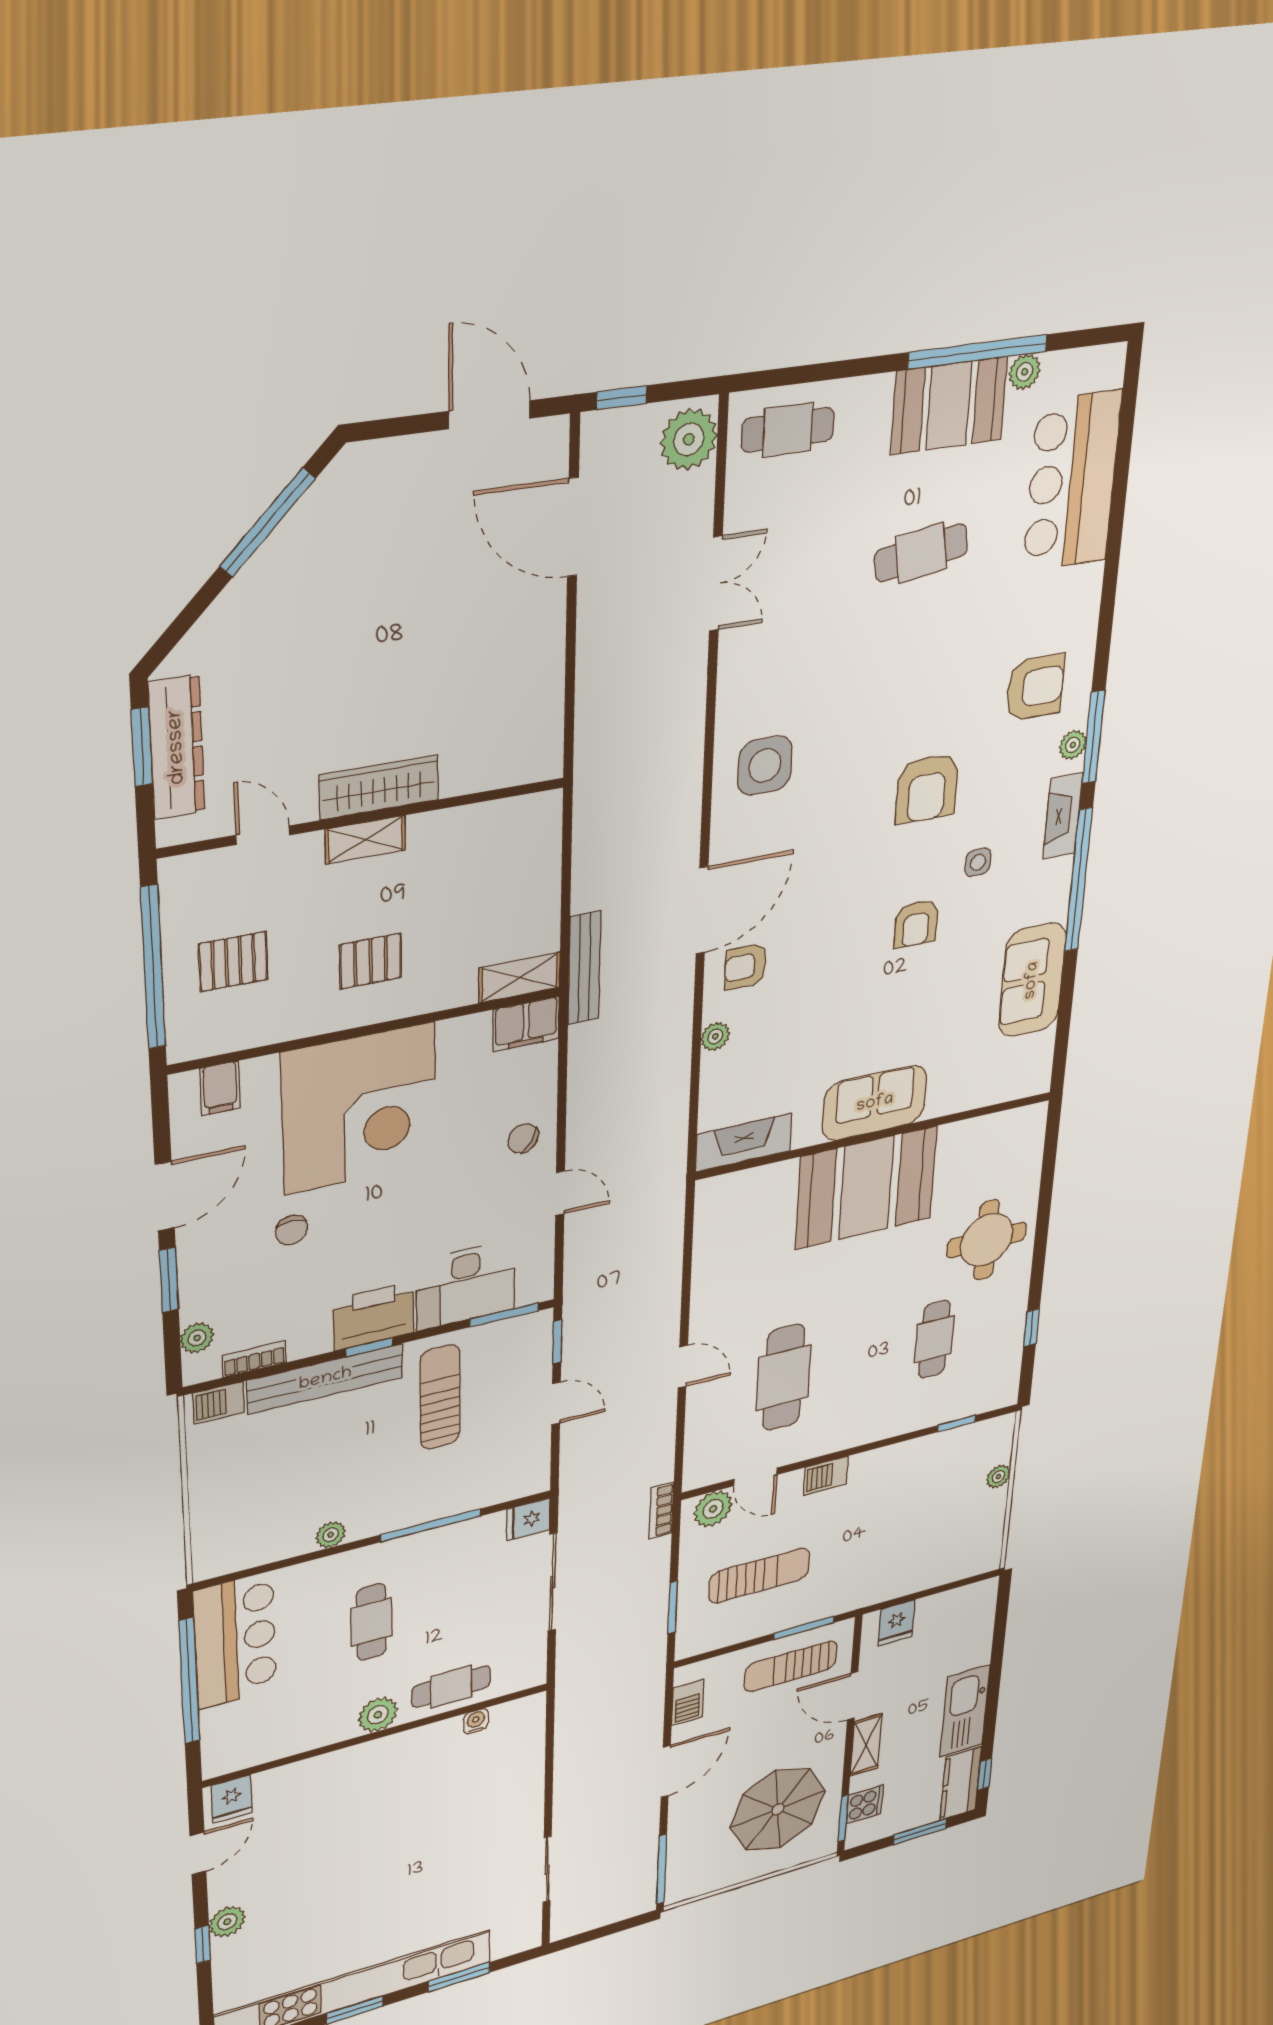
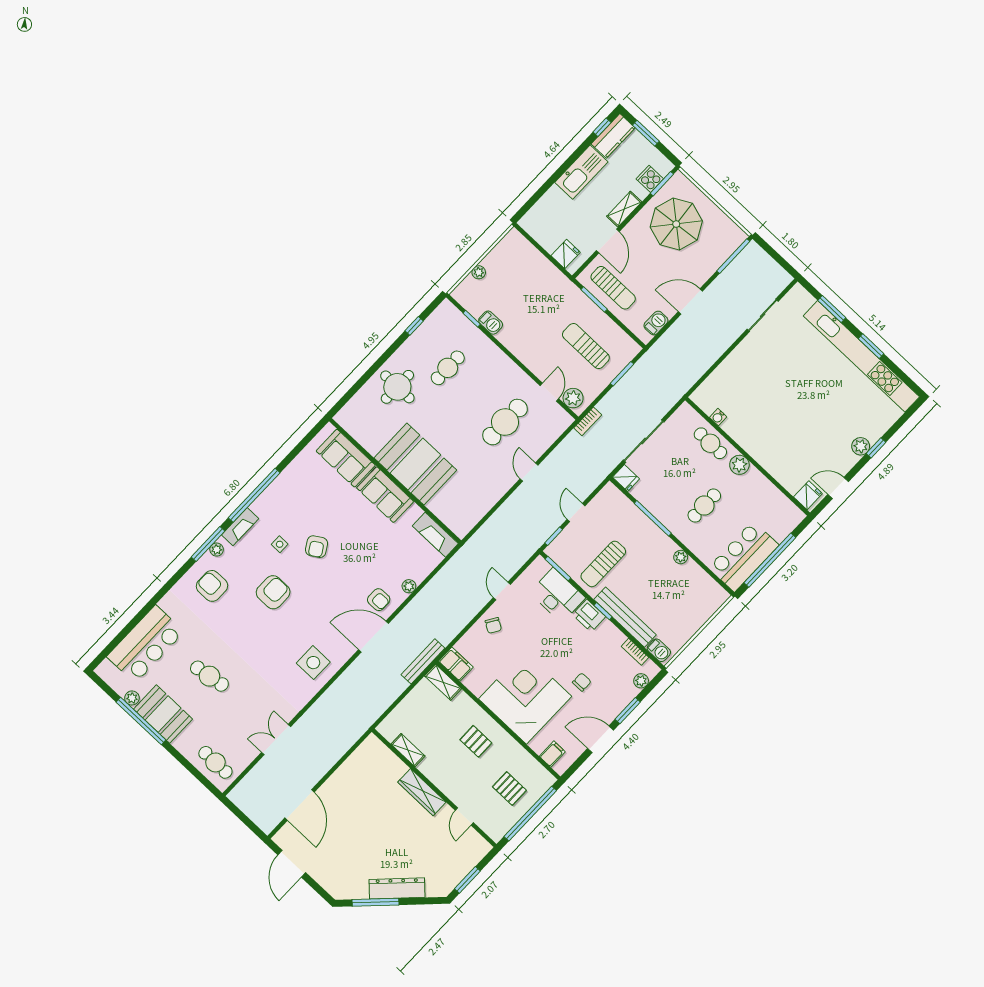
window: (622, 398) -> (253, 827), removed
plant: (689, 439) -> (245, 793), removed
dresser: (177, 747) -> (397, 888), moved, turned 45
shelving: (365, 840) -> (408, 750), moved
armchair: (916, 924) -> (317, 547), turned 148
sofa: (1032, 980) -> (346, 458), moved, turned 90
printer: (374, 1316) -> (589, 616), width x0.73, depth x0.84
barbecue: (826, 1476) -> (491, 323), moved

